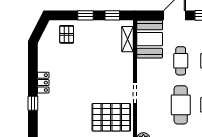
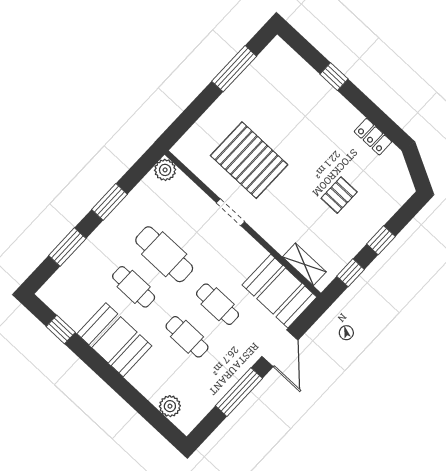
pallet: (67, 34) -> (339, 195), moved, turned 90
locker: (43, 83) -> (373, 137), moved
pallet: (111, 117) -> (249, 160), moved, turned 90

